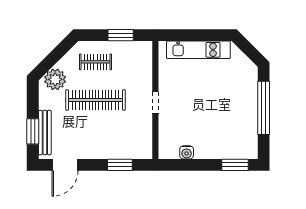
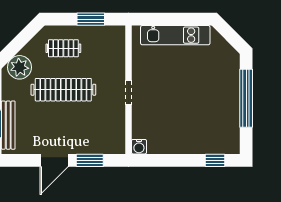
water cooler: (187, 152) -> (139, 147), moved
door: (65, 165) -> (54, 160), moved
window: (235, 165) -> (215, 160), width x0.67

